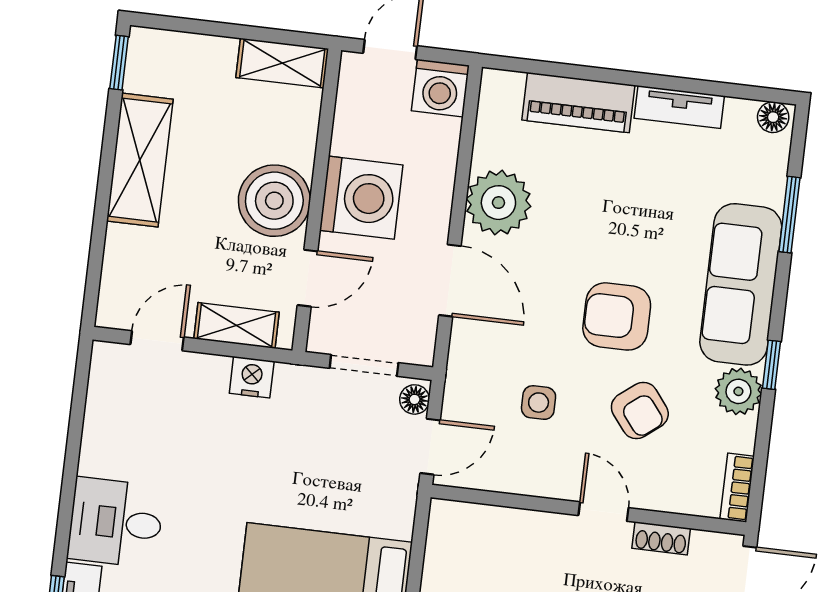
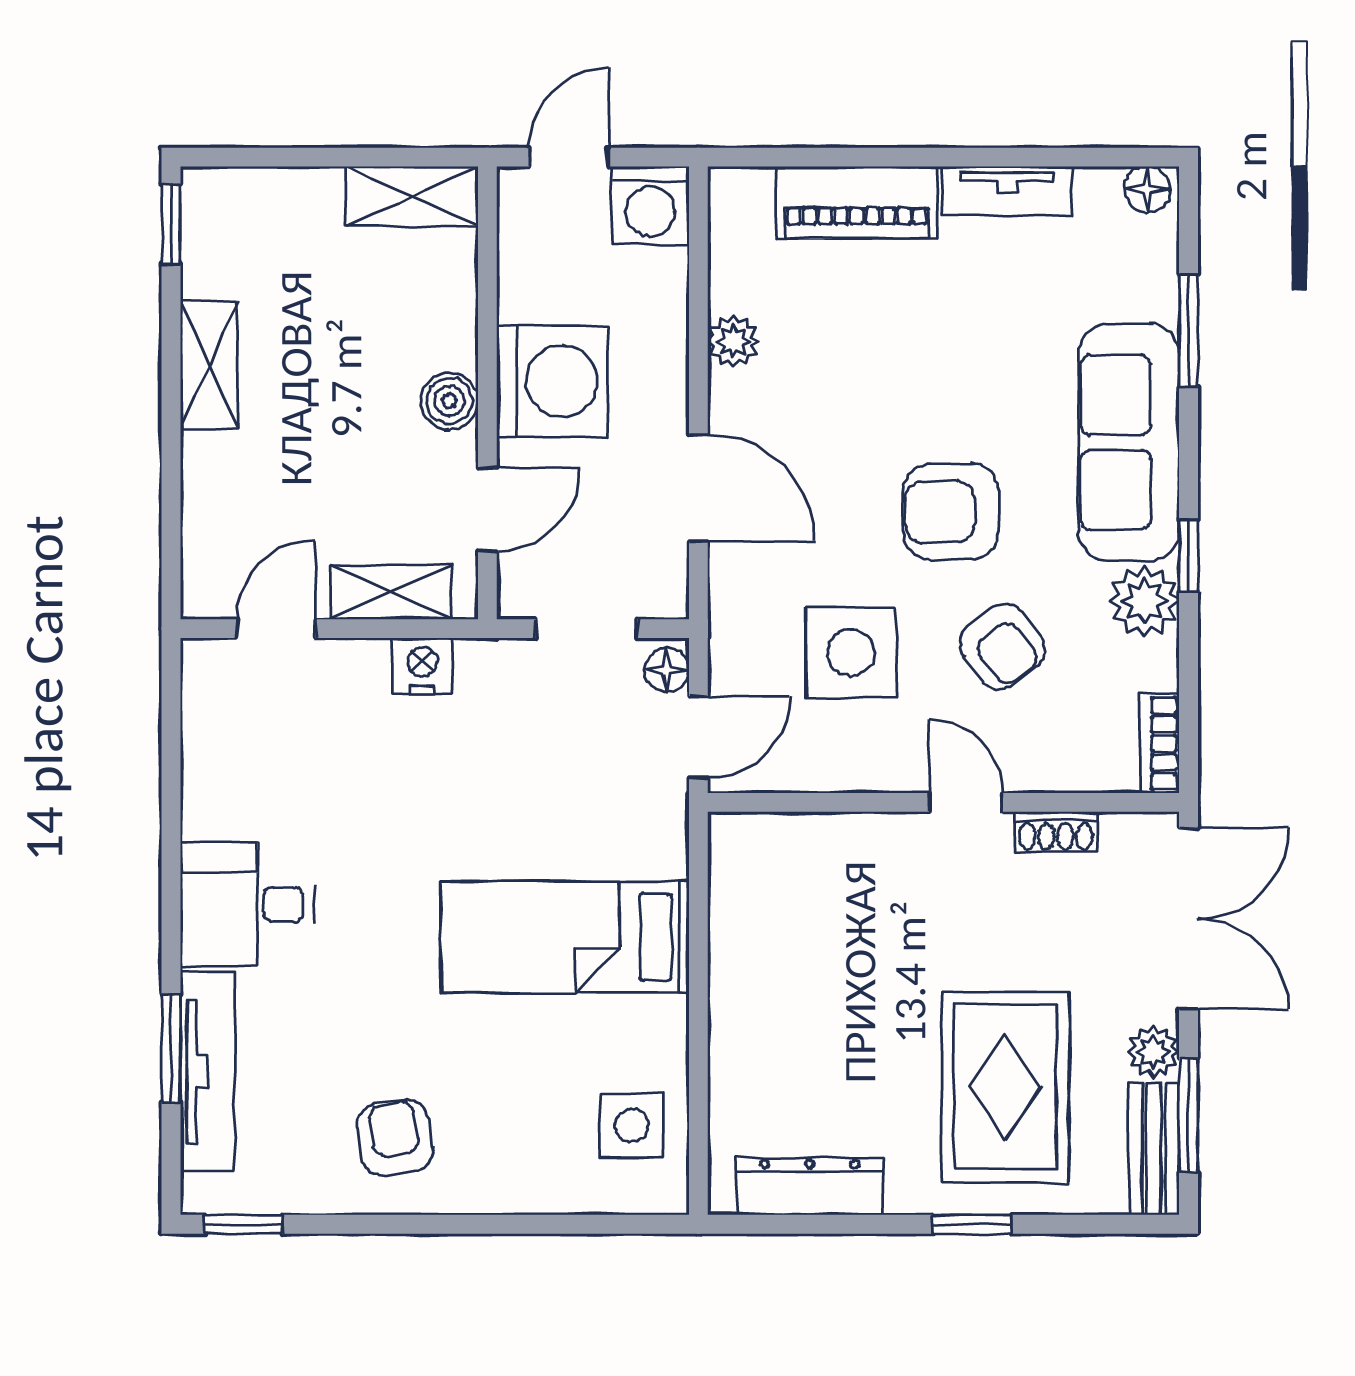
shelving: (140, 160) -> (209, 365), width x0.67, depth x0.75
boiler: (274, 201) -> (449, 401), width x0.54, depth x0.54
plant: (498, 203) -> (734, 341), width x0.53, depth x0.53
side table: (539, 403) -> (851, 653), width x1.87, depth x1.87

